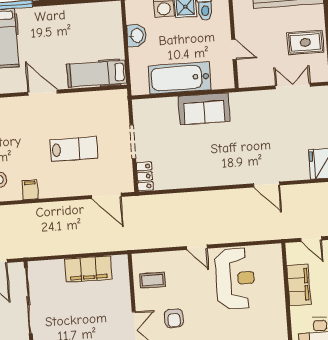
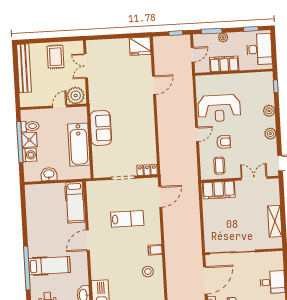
plant: (250, 72) -> (76, 96), added
lab bench: (74, 149) -> (127, 219), turned 90
filing cabinet: (88, 269) -> (219, 190), moved, turned 90
reception desk: (235, 279) -> (219, 108), turned 180
armchair: (174, 318) -> (224, 142), moved

